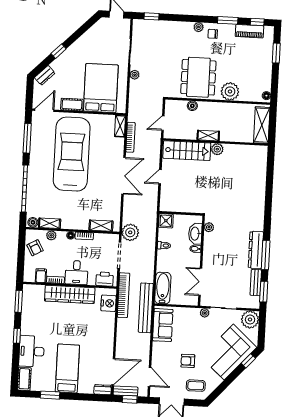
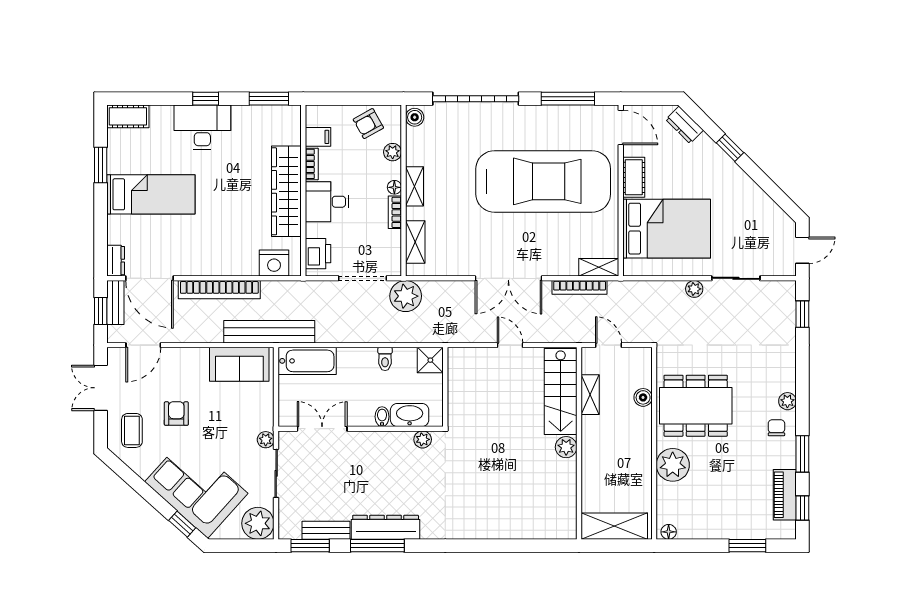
shelving: (208, 136) -> (590, 395), moved
shelving: (50, 223) -> (414, 186), moved
bookcase: (123, 295) -> (219, 290), moved
desk: (32, 351) -> (202, 127), moved

